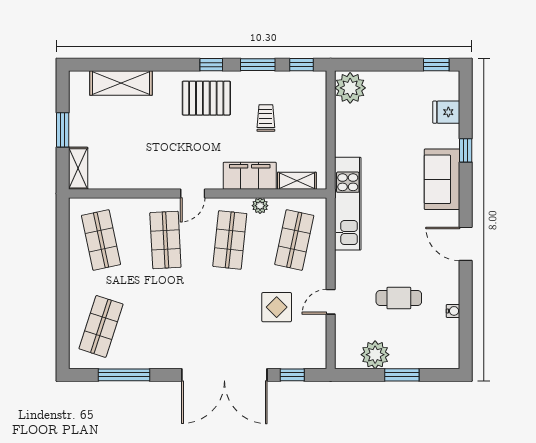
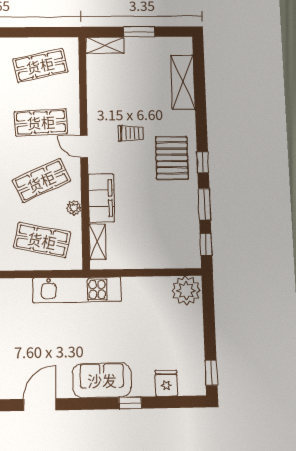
trolley: (266, 118) -> (131, 133), moved
shop shelf: (230, 240) -> (41, 181), turned -30

